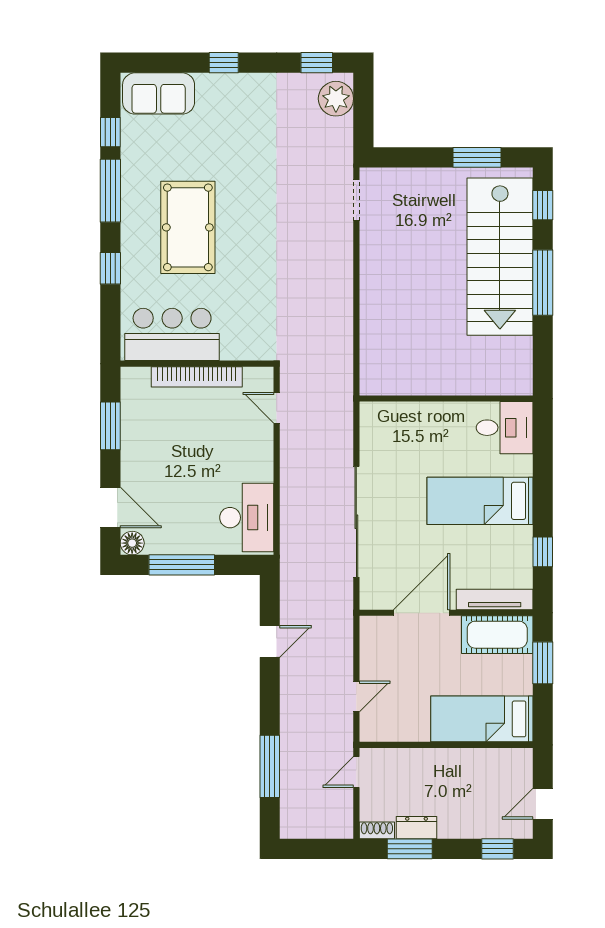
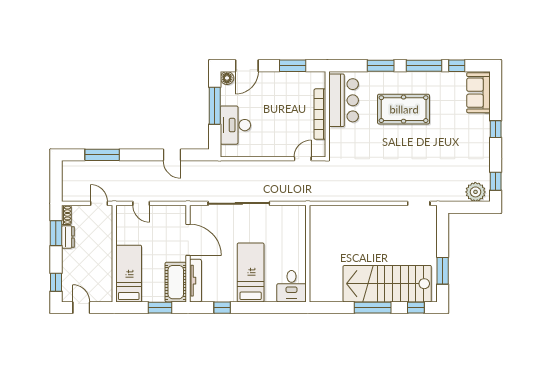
window: (110, 268) -> (381, 66), width x1.50
desk: (247, 518) -> (235, 125), moved, turned 90

